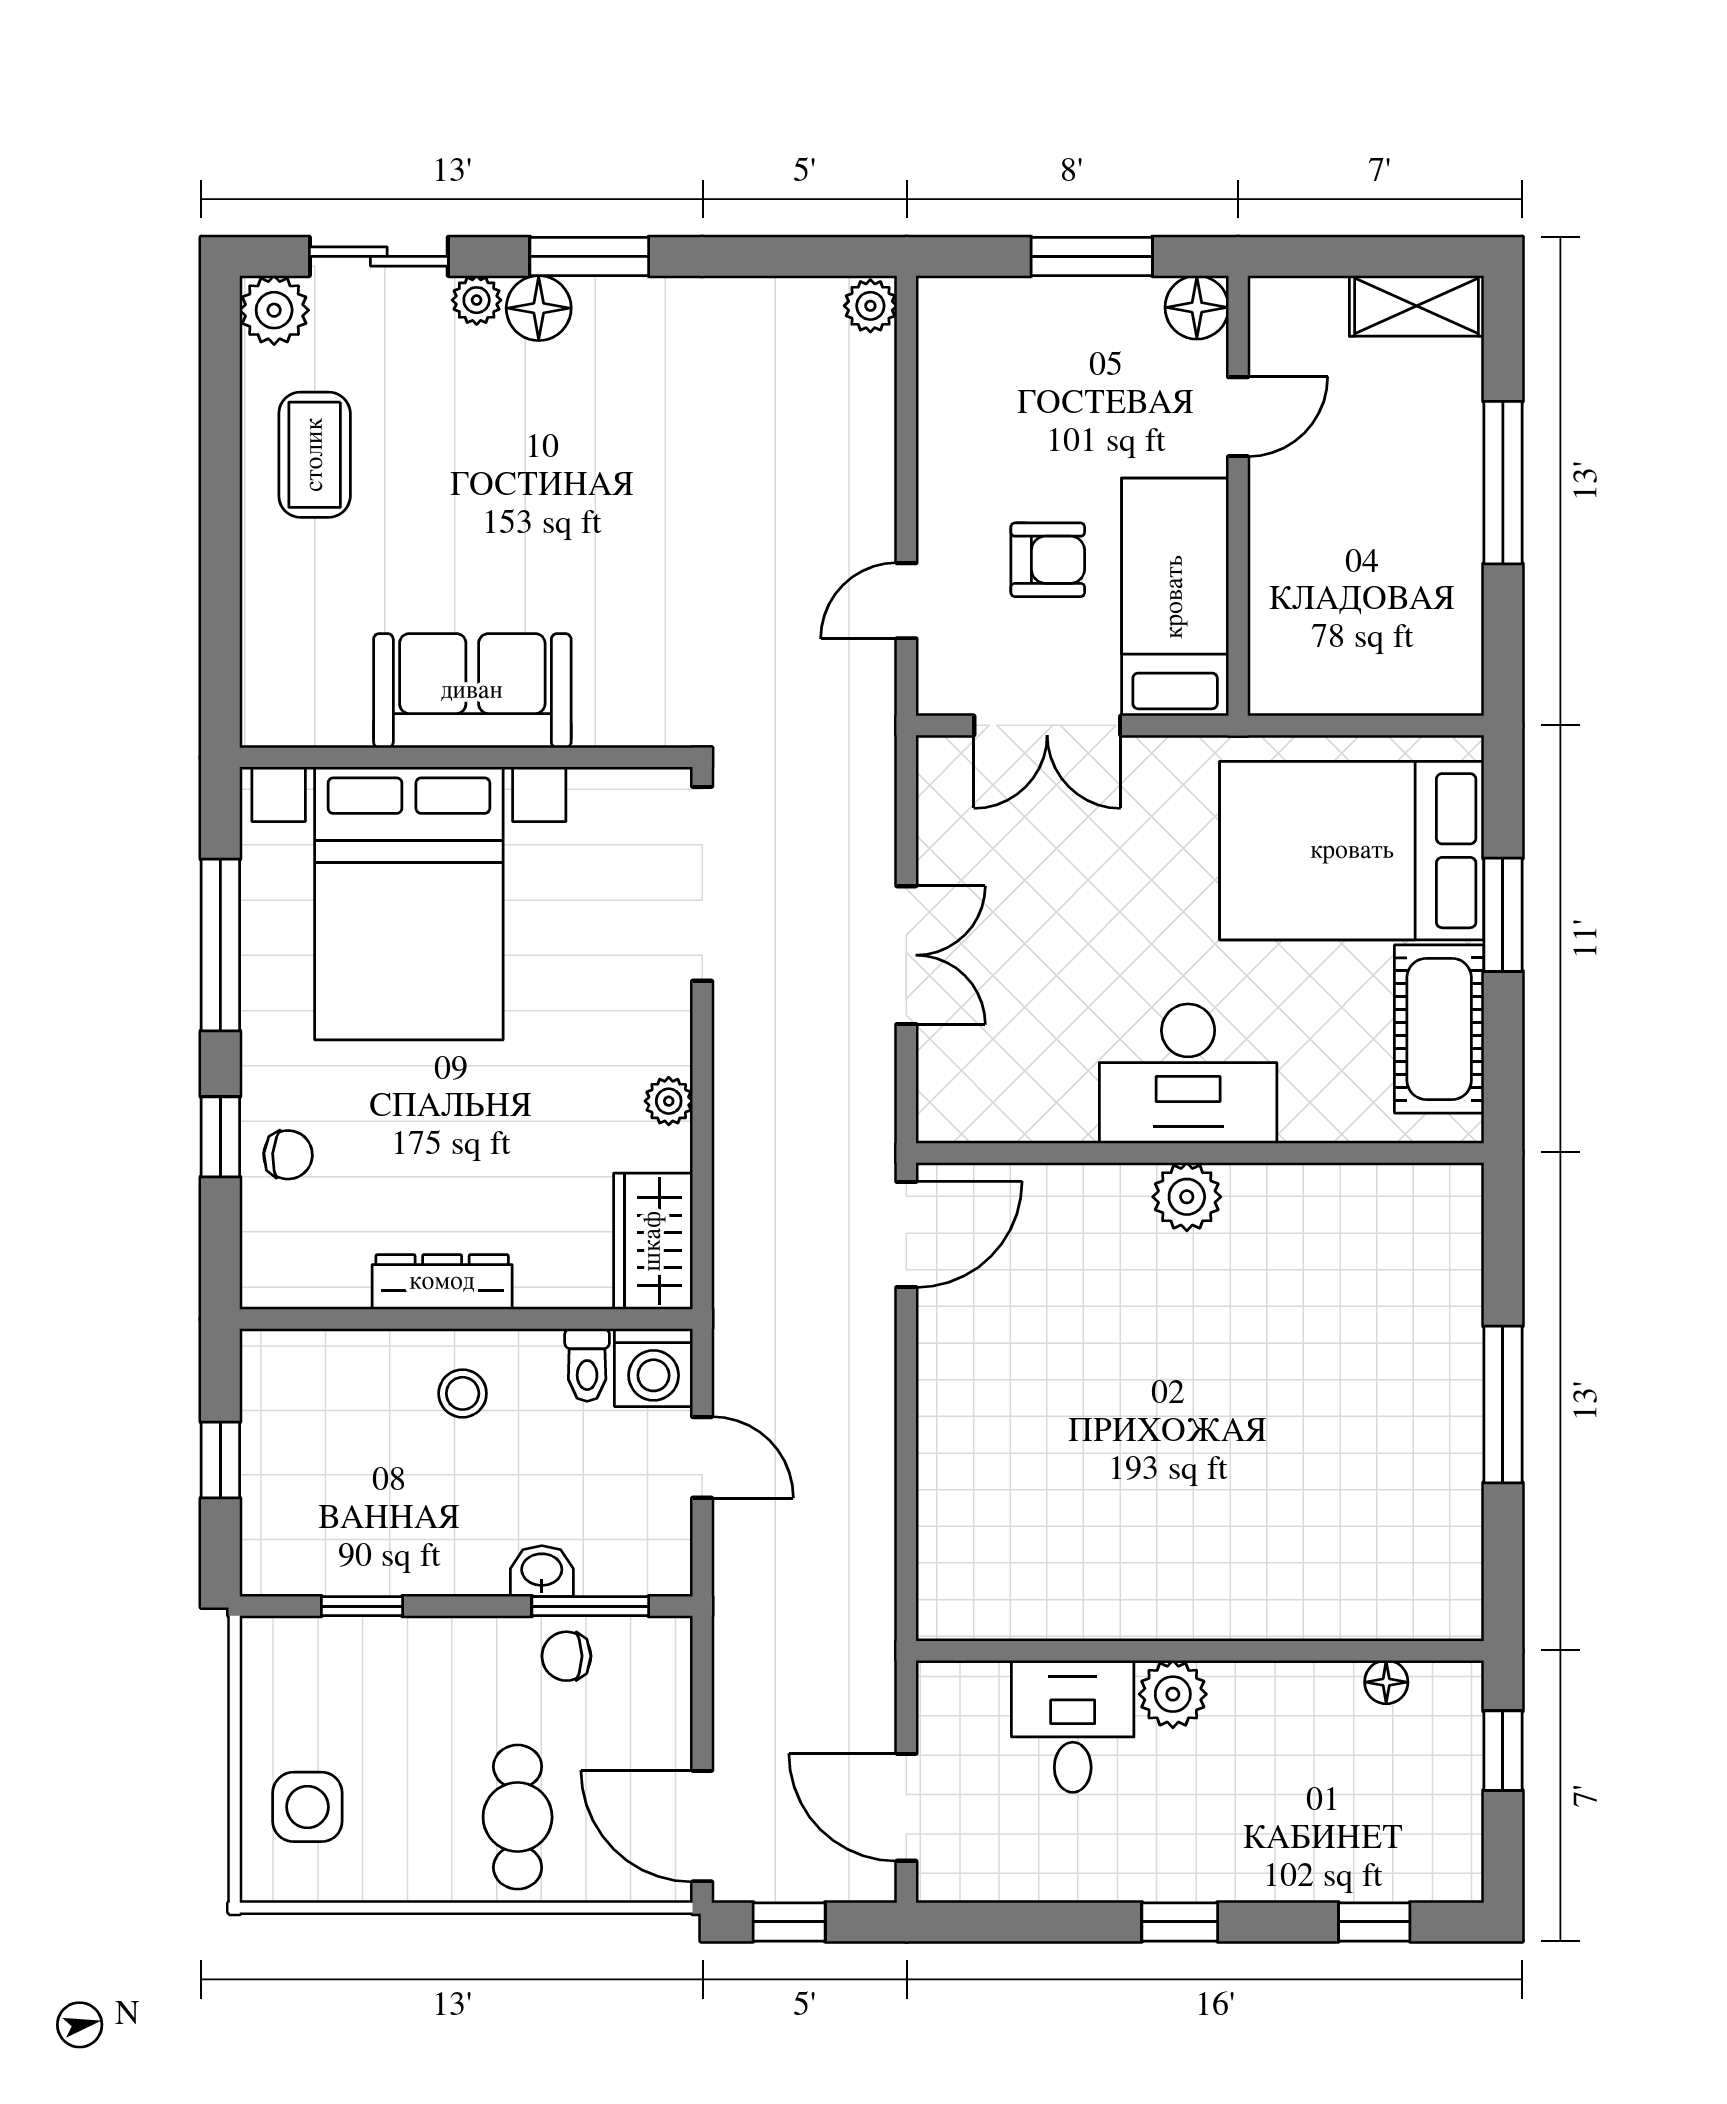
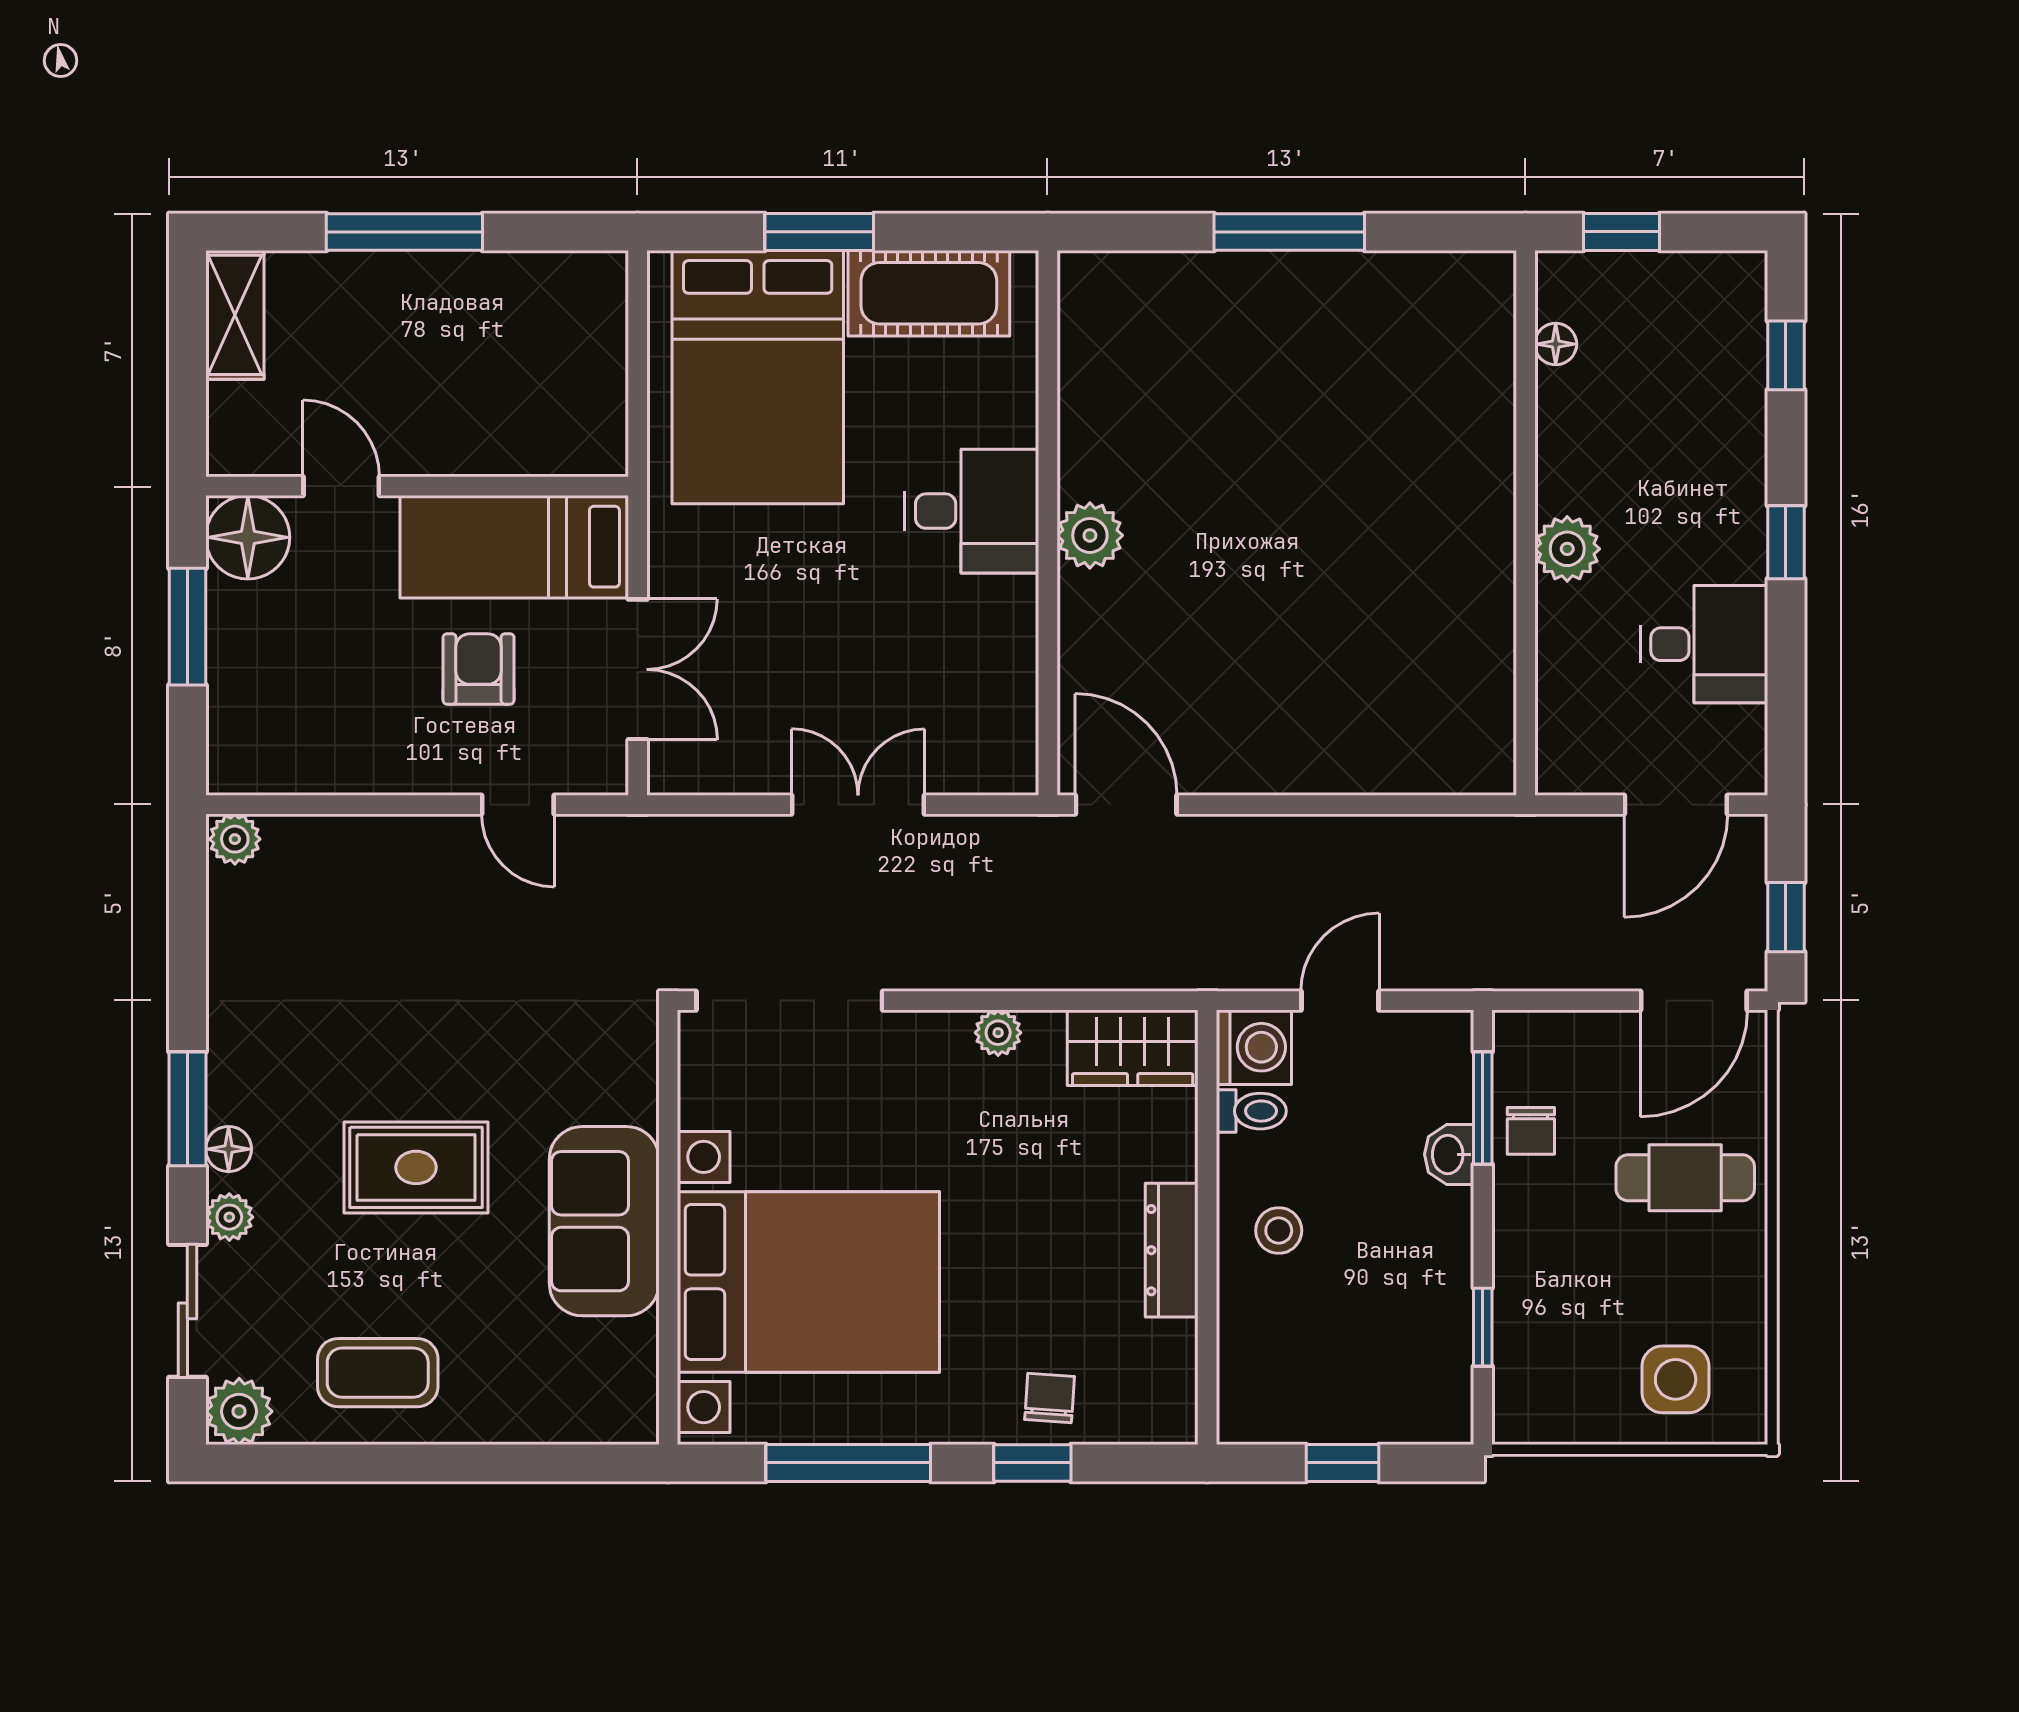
floor lamp: (1197, 307) -> (248, 537), width x1.38, depth x1.38
floor lamp: (539, 308) -> (229, 1149), width x0.73, depth x0.73
rug: (528, 495) -> (416, 1167), added
desk: (1188, 1074) -> (972, 511), width x0.73
desk: (1073, 1726) -> (1704, 644), moved, turned 180

